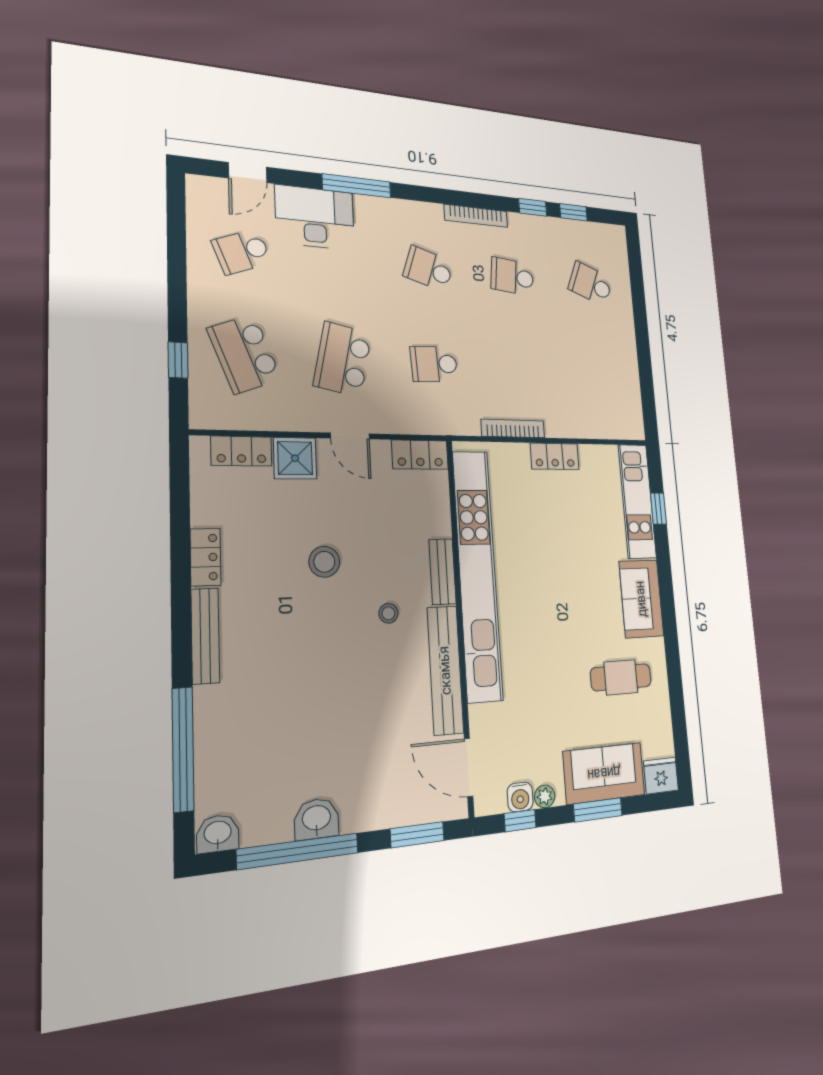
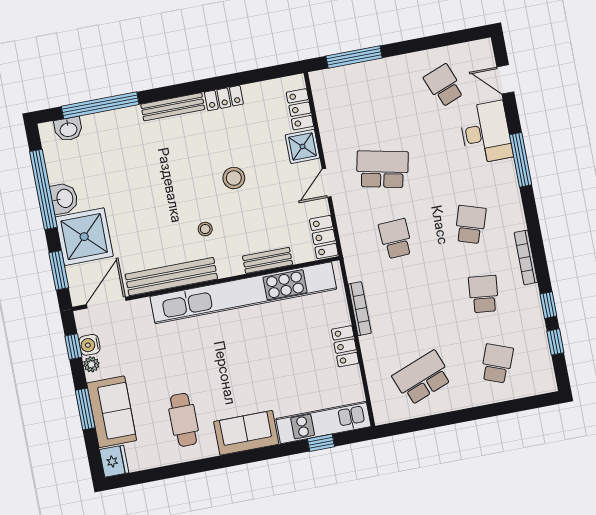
school desk: (244, 354) -> (422, 378), moved
window: (178, 360) -> (354, 57), width x2.17
bench: (442, 572) -> (268, 260), moved
shower: (376, 792) -> (84, 237), added
washbasin: (218, 834) -> (68, 129), moved, turned 90

